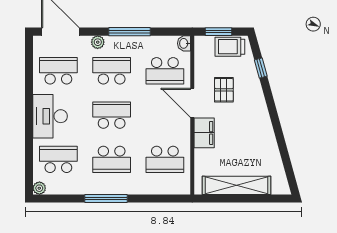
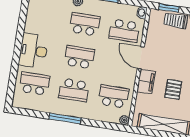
school desk: (58, 71) -> (45, 18), removed
pallet: (224, 90) -> (173, 89), moved
school desk: (165, 159) -> (114, 96), turned 180
plant: (39, 188) -> (124, 120), moved

